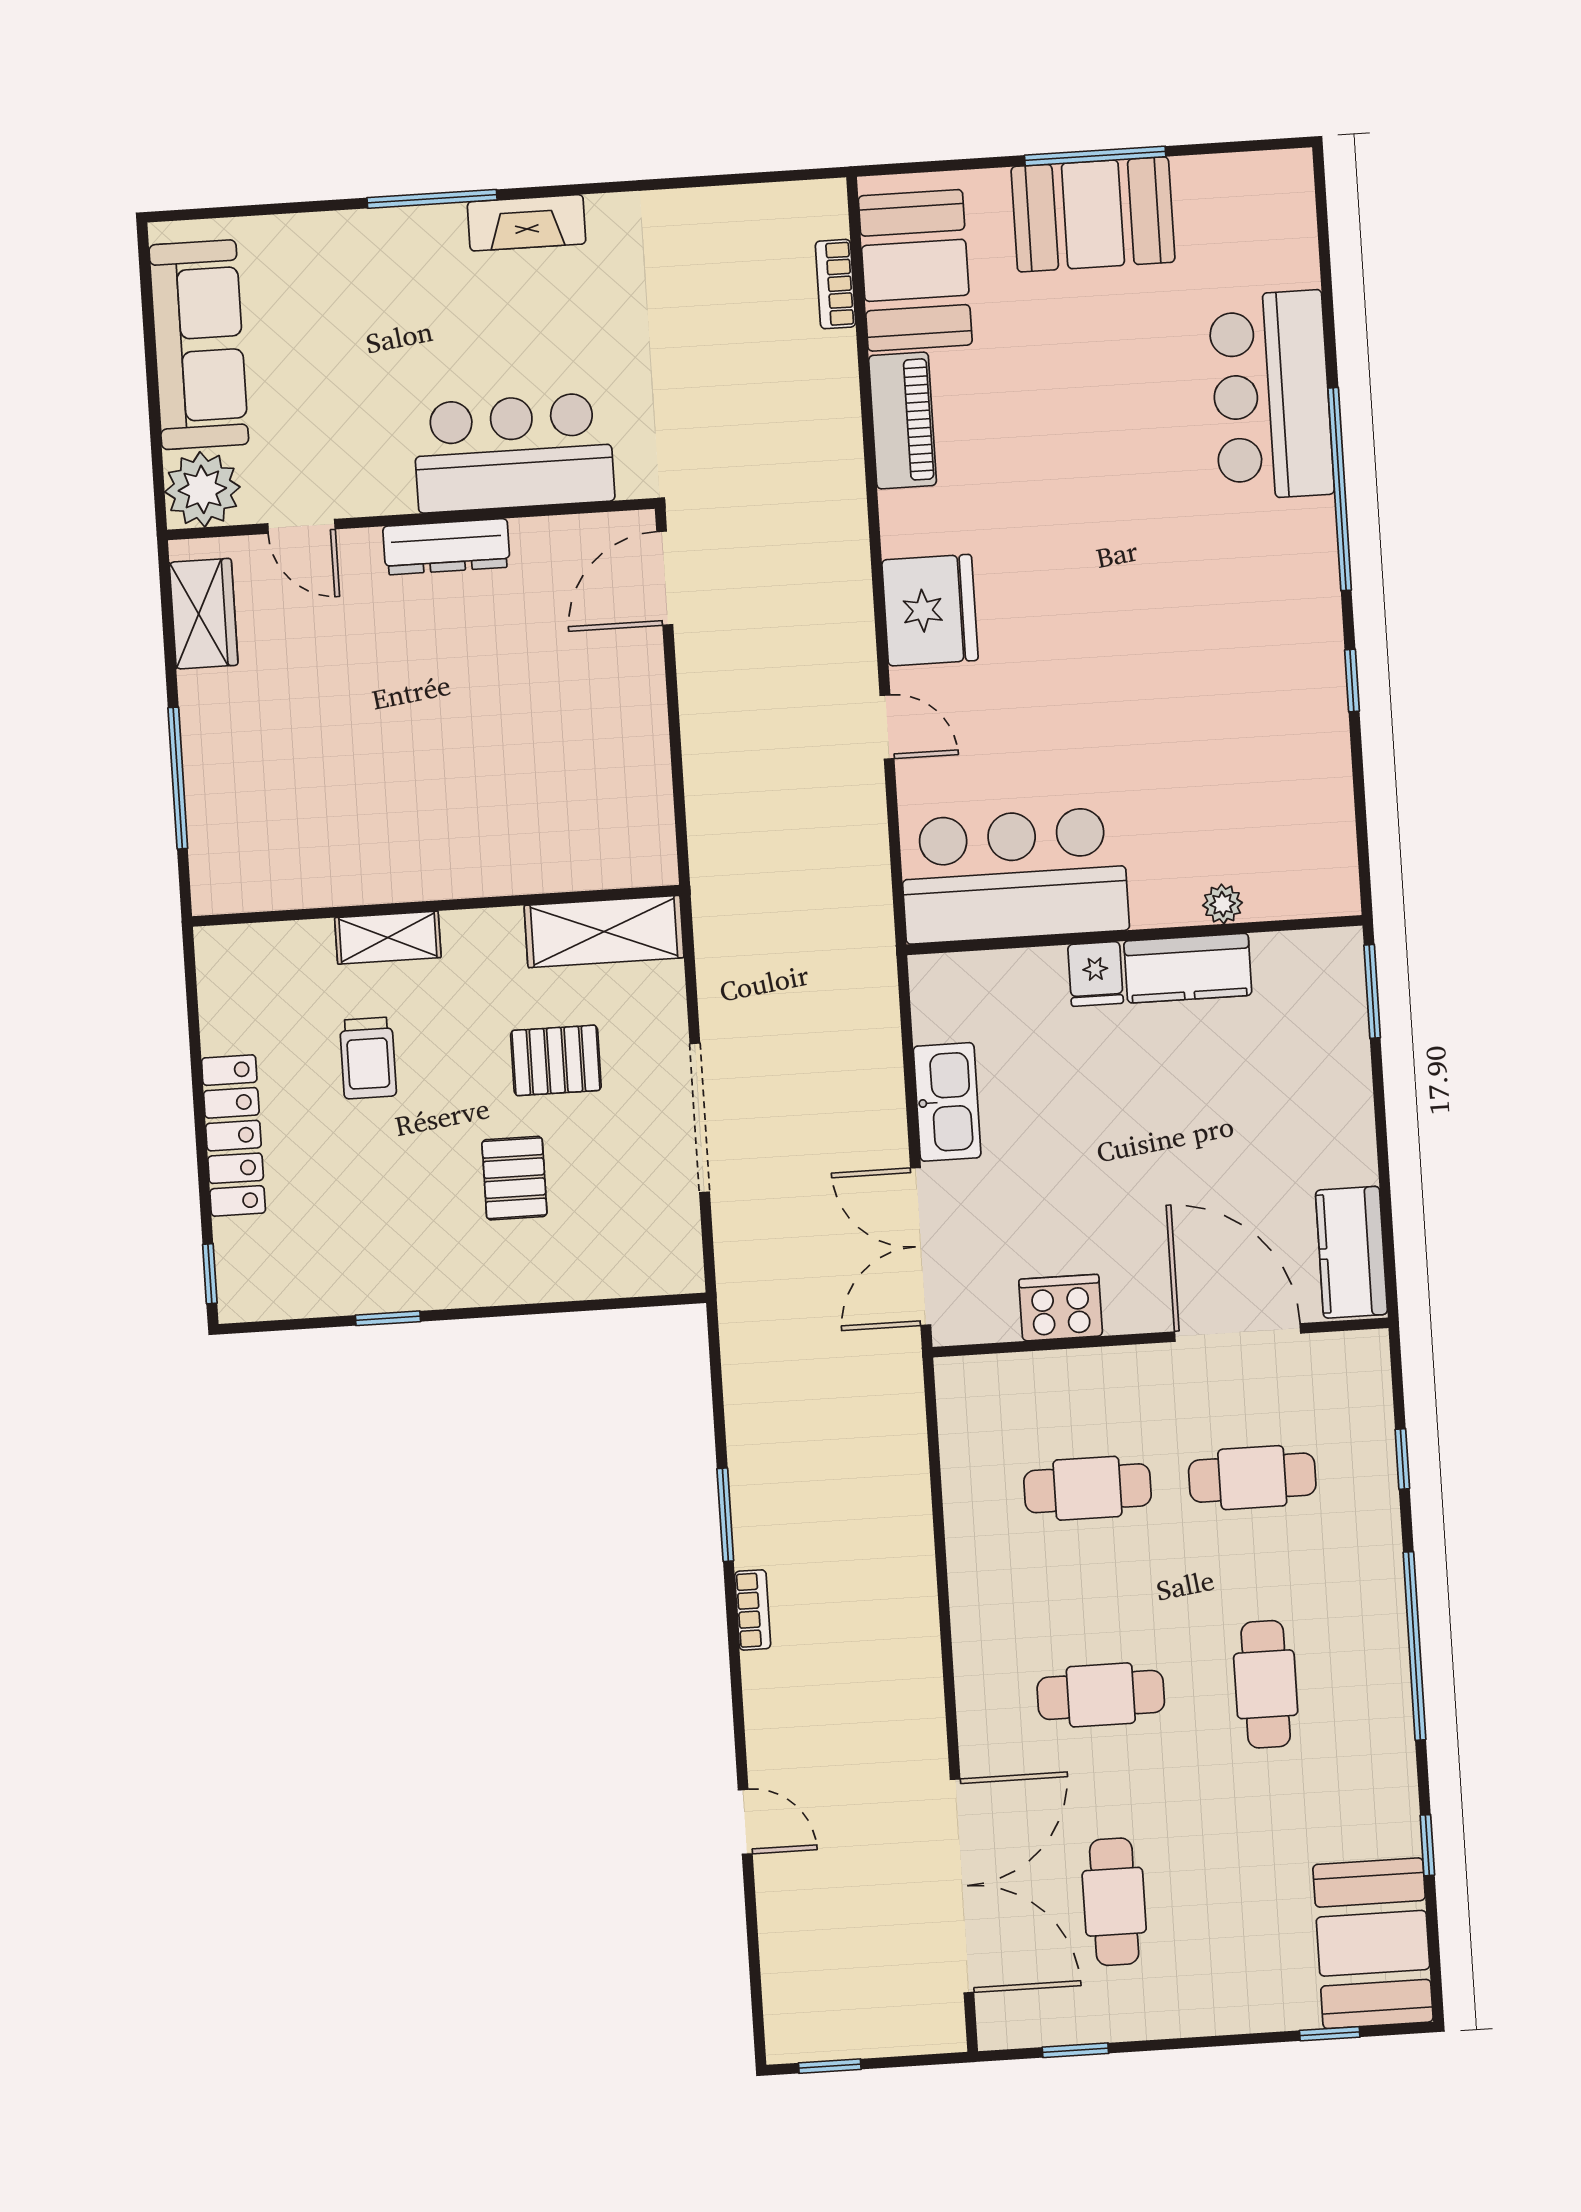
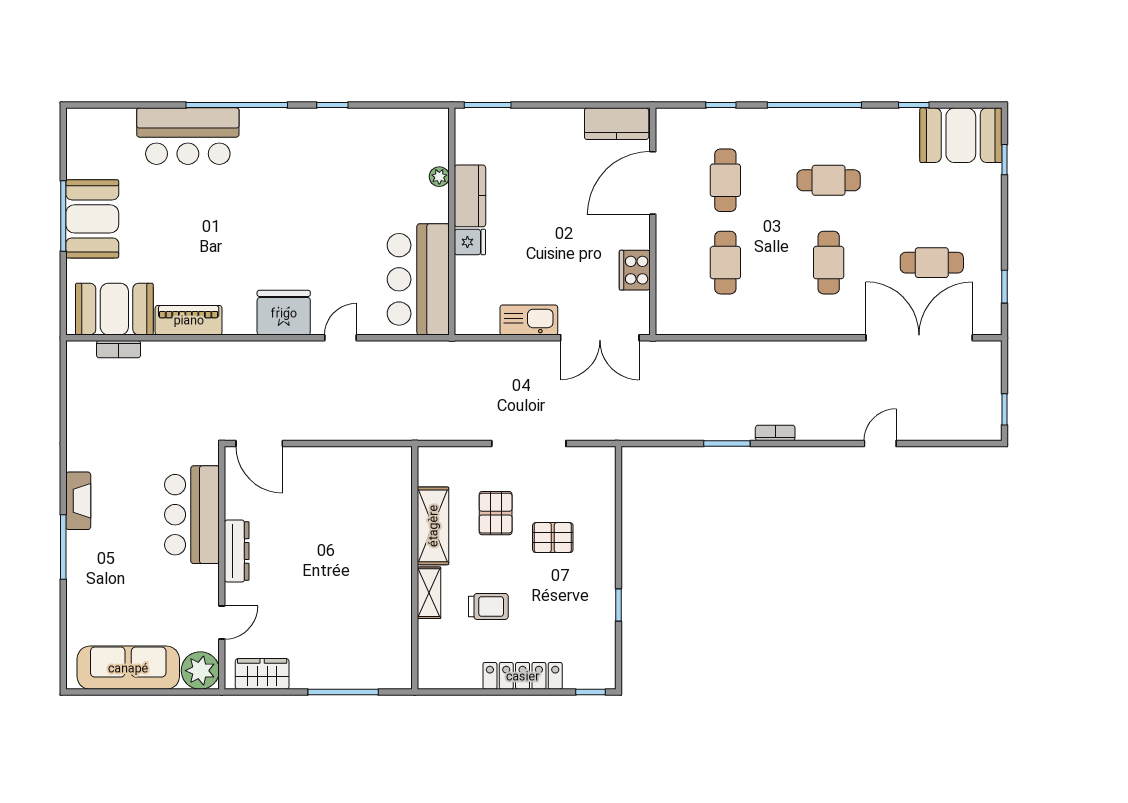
shelving: (604, 932) -> (433, 526), moved

